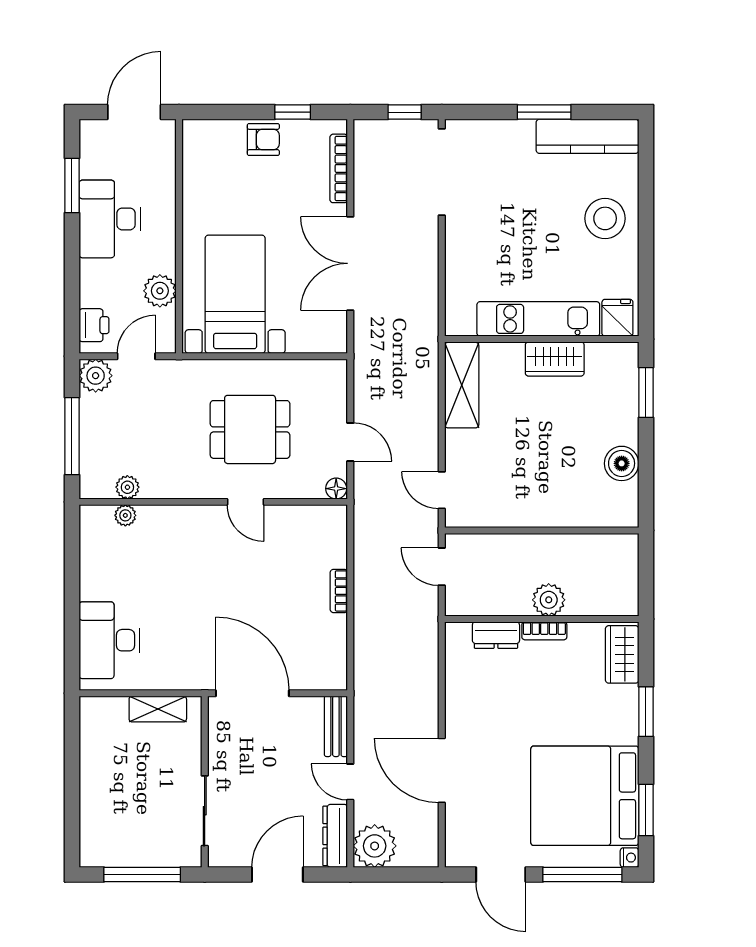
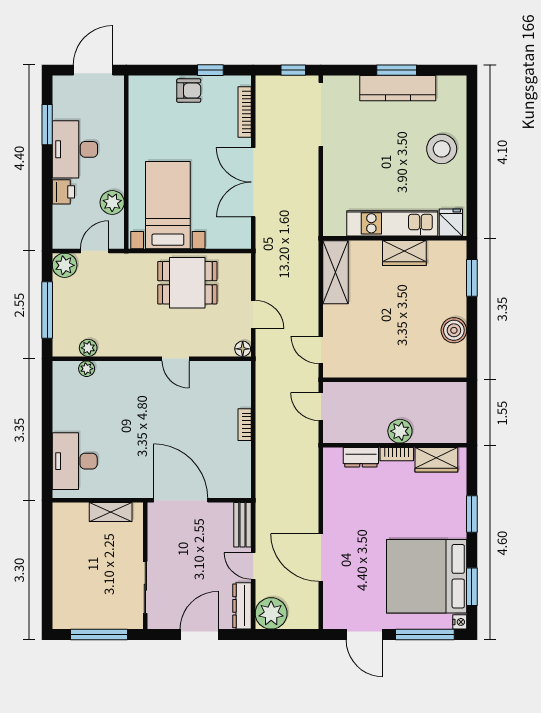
kitchen counter: (587, 136) -> (398, 88), moved
printer: (94, 325) -> (63, 192), moved
dining table: (250, 429) -> (187, 283), moved
wardrobe: (622, 654) -> (436, 460), moved, turned -90

